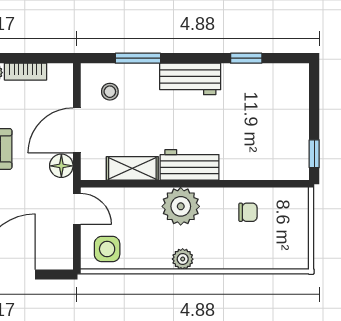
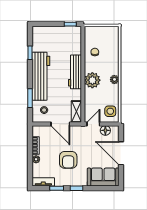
workbench: (190, 79) -> (41, 76), width x1.88, depth x1.32
workbench: (190, 165) -> (75, 72), width x1.38
floor lamp: (61, 166) -> (105, 130), moved
shelving: (132, 168) -> (76, 112), moved

